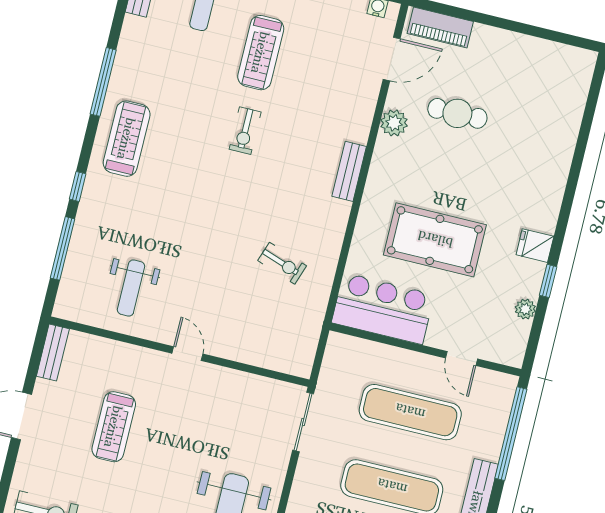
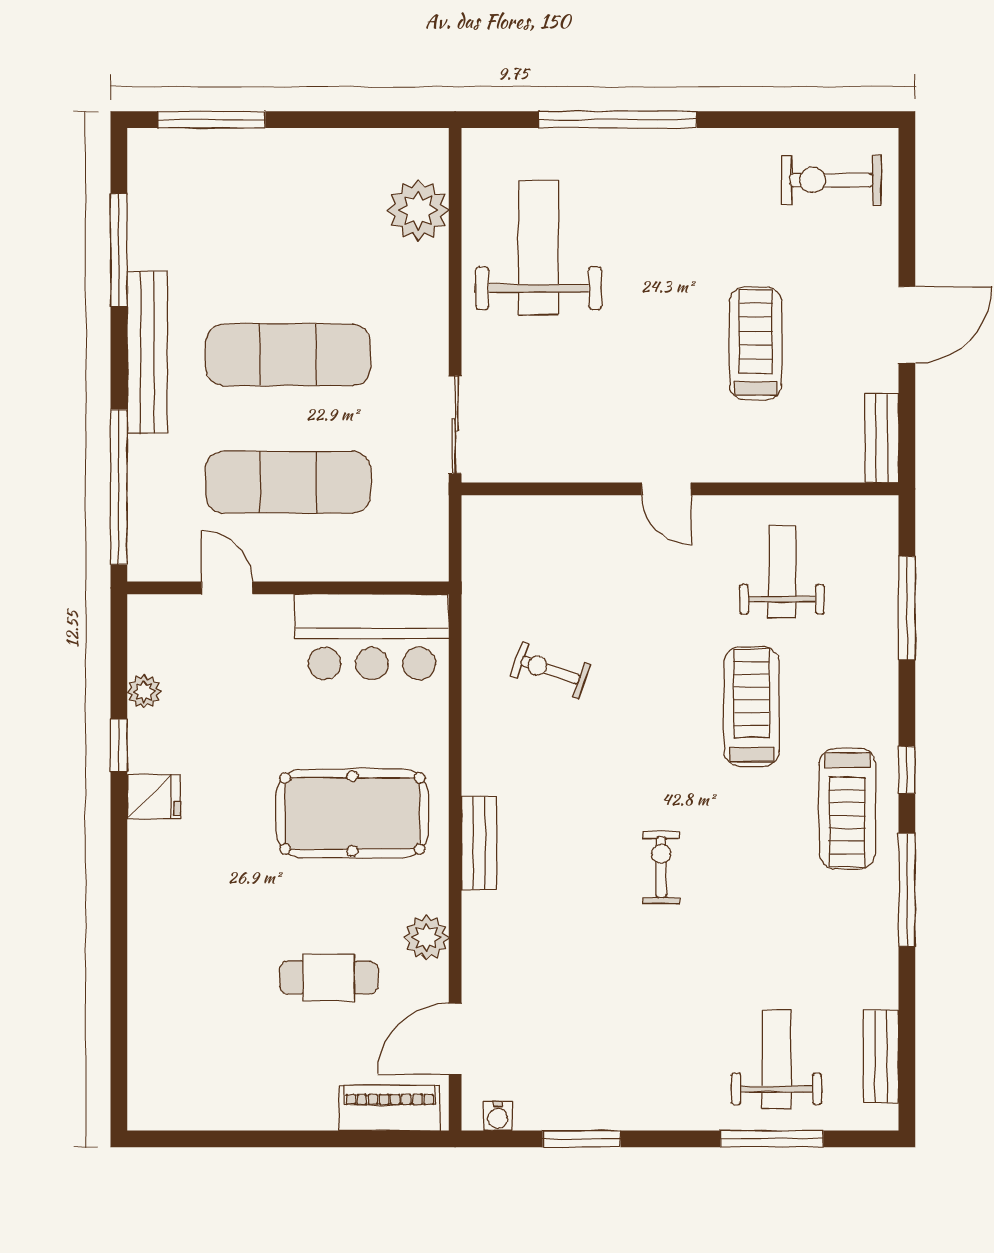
treadmill: (261, 53) -> (752, 707), moved
window: (78, 186) -> (907, 770), moved
pool table: (435, 240) -> (352, 813), moved

